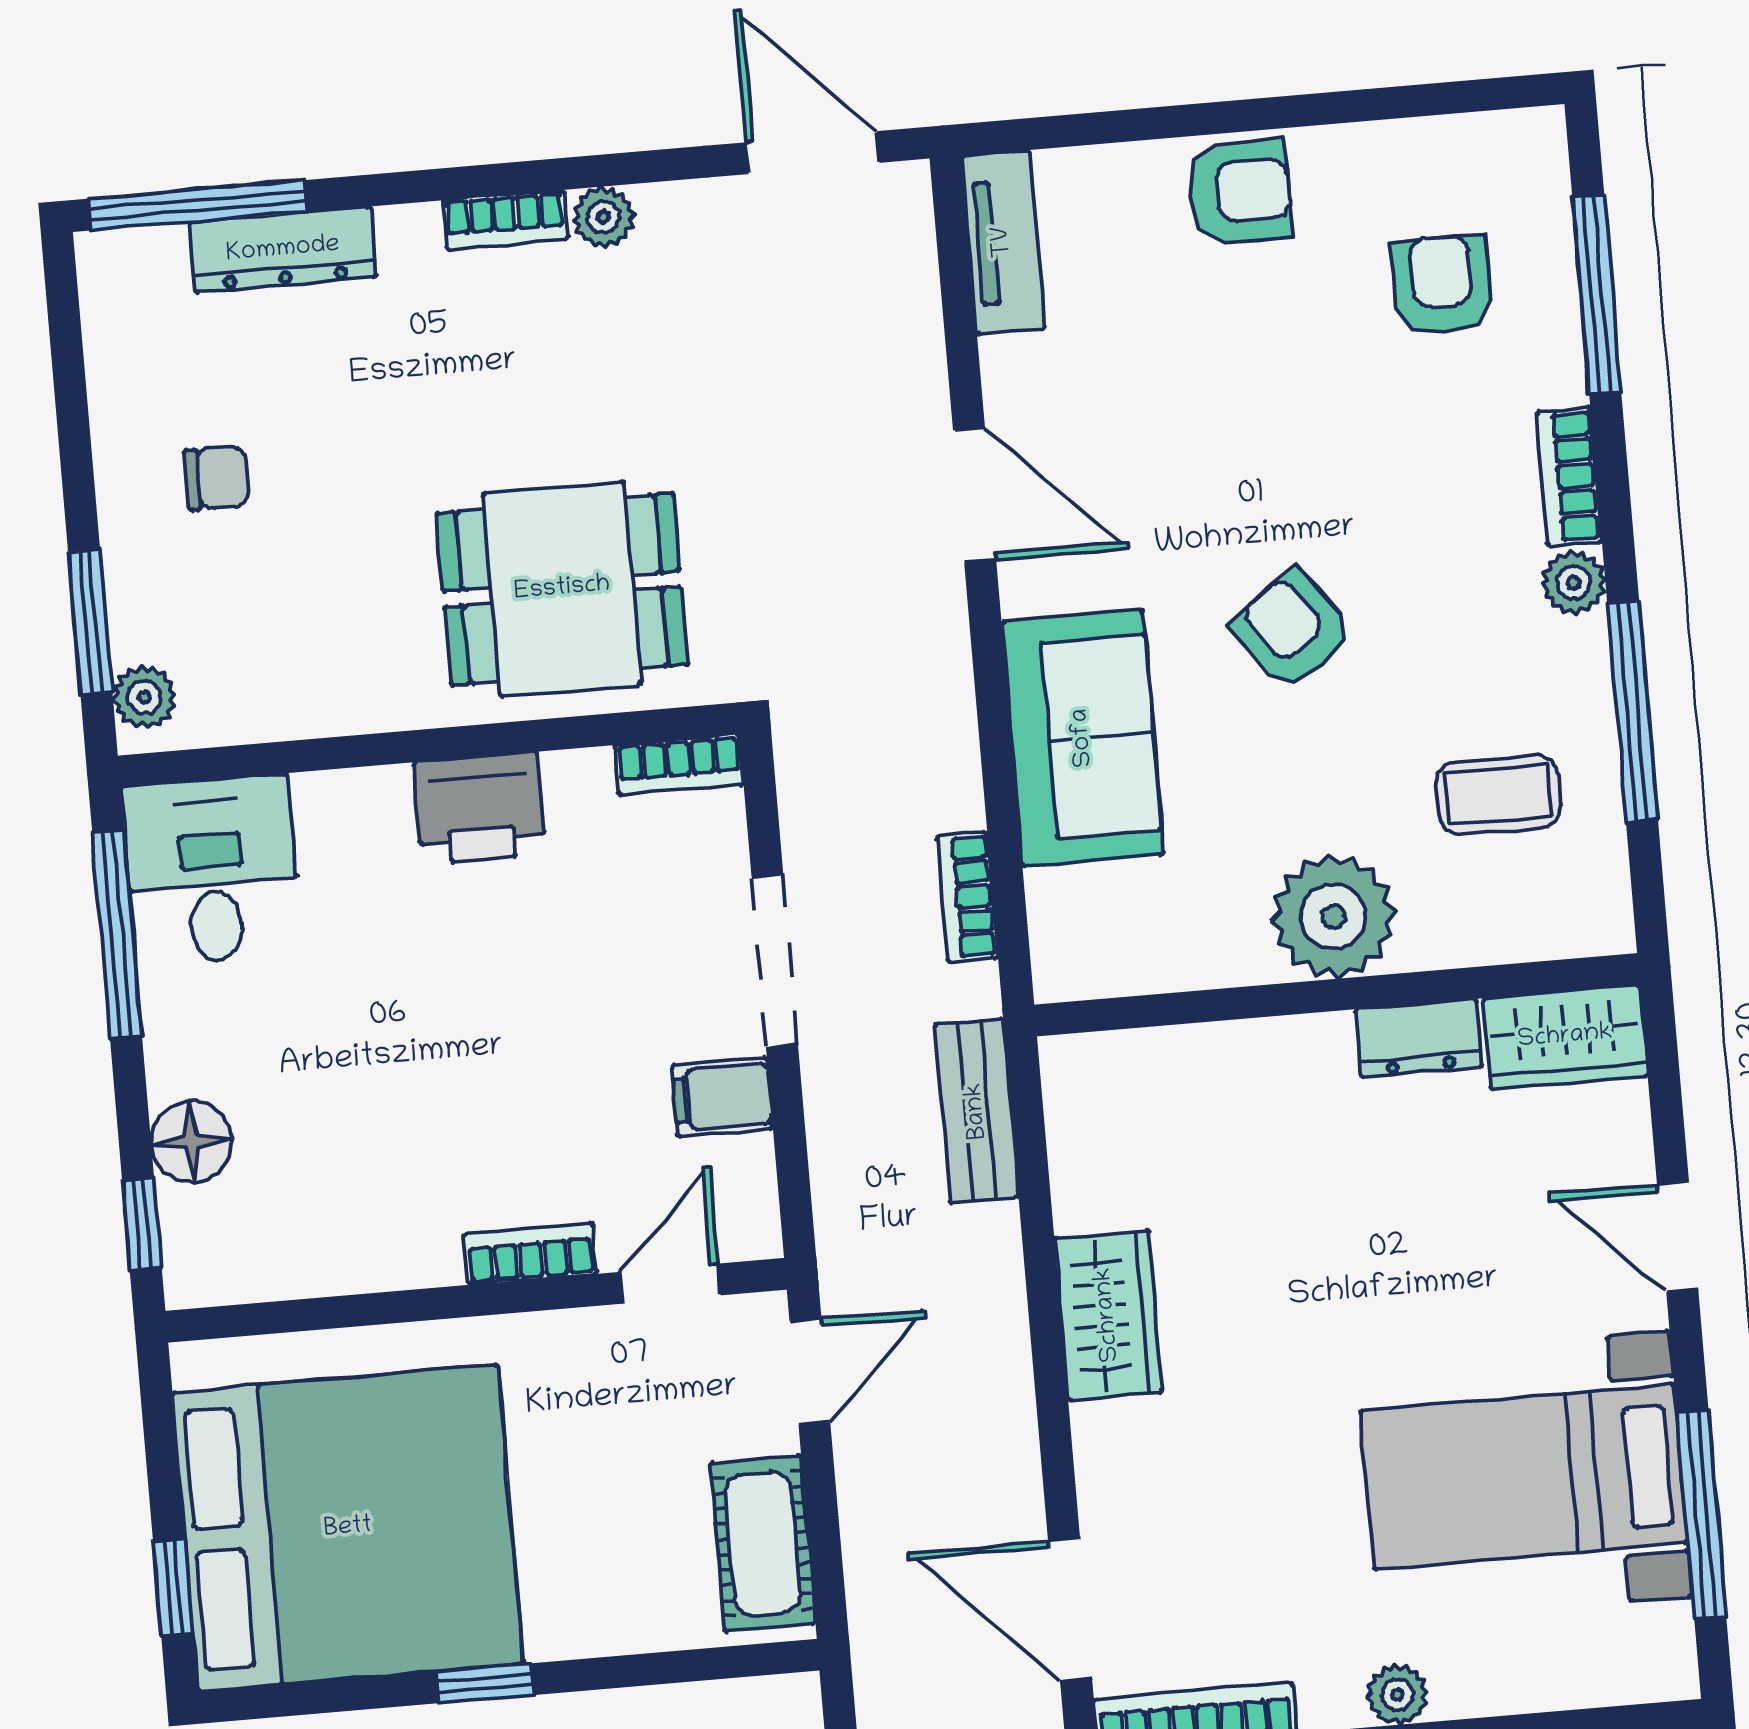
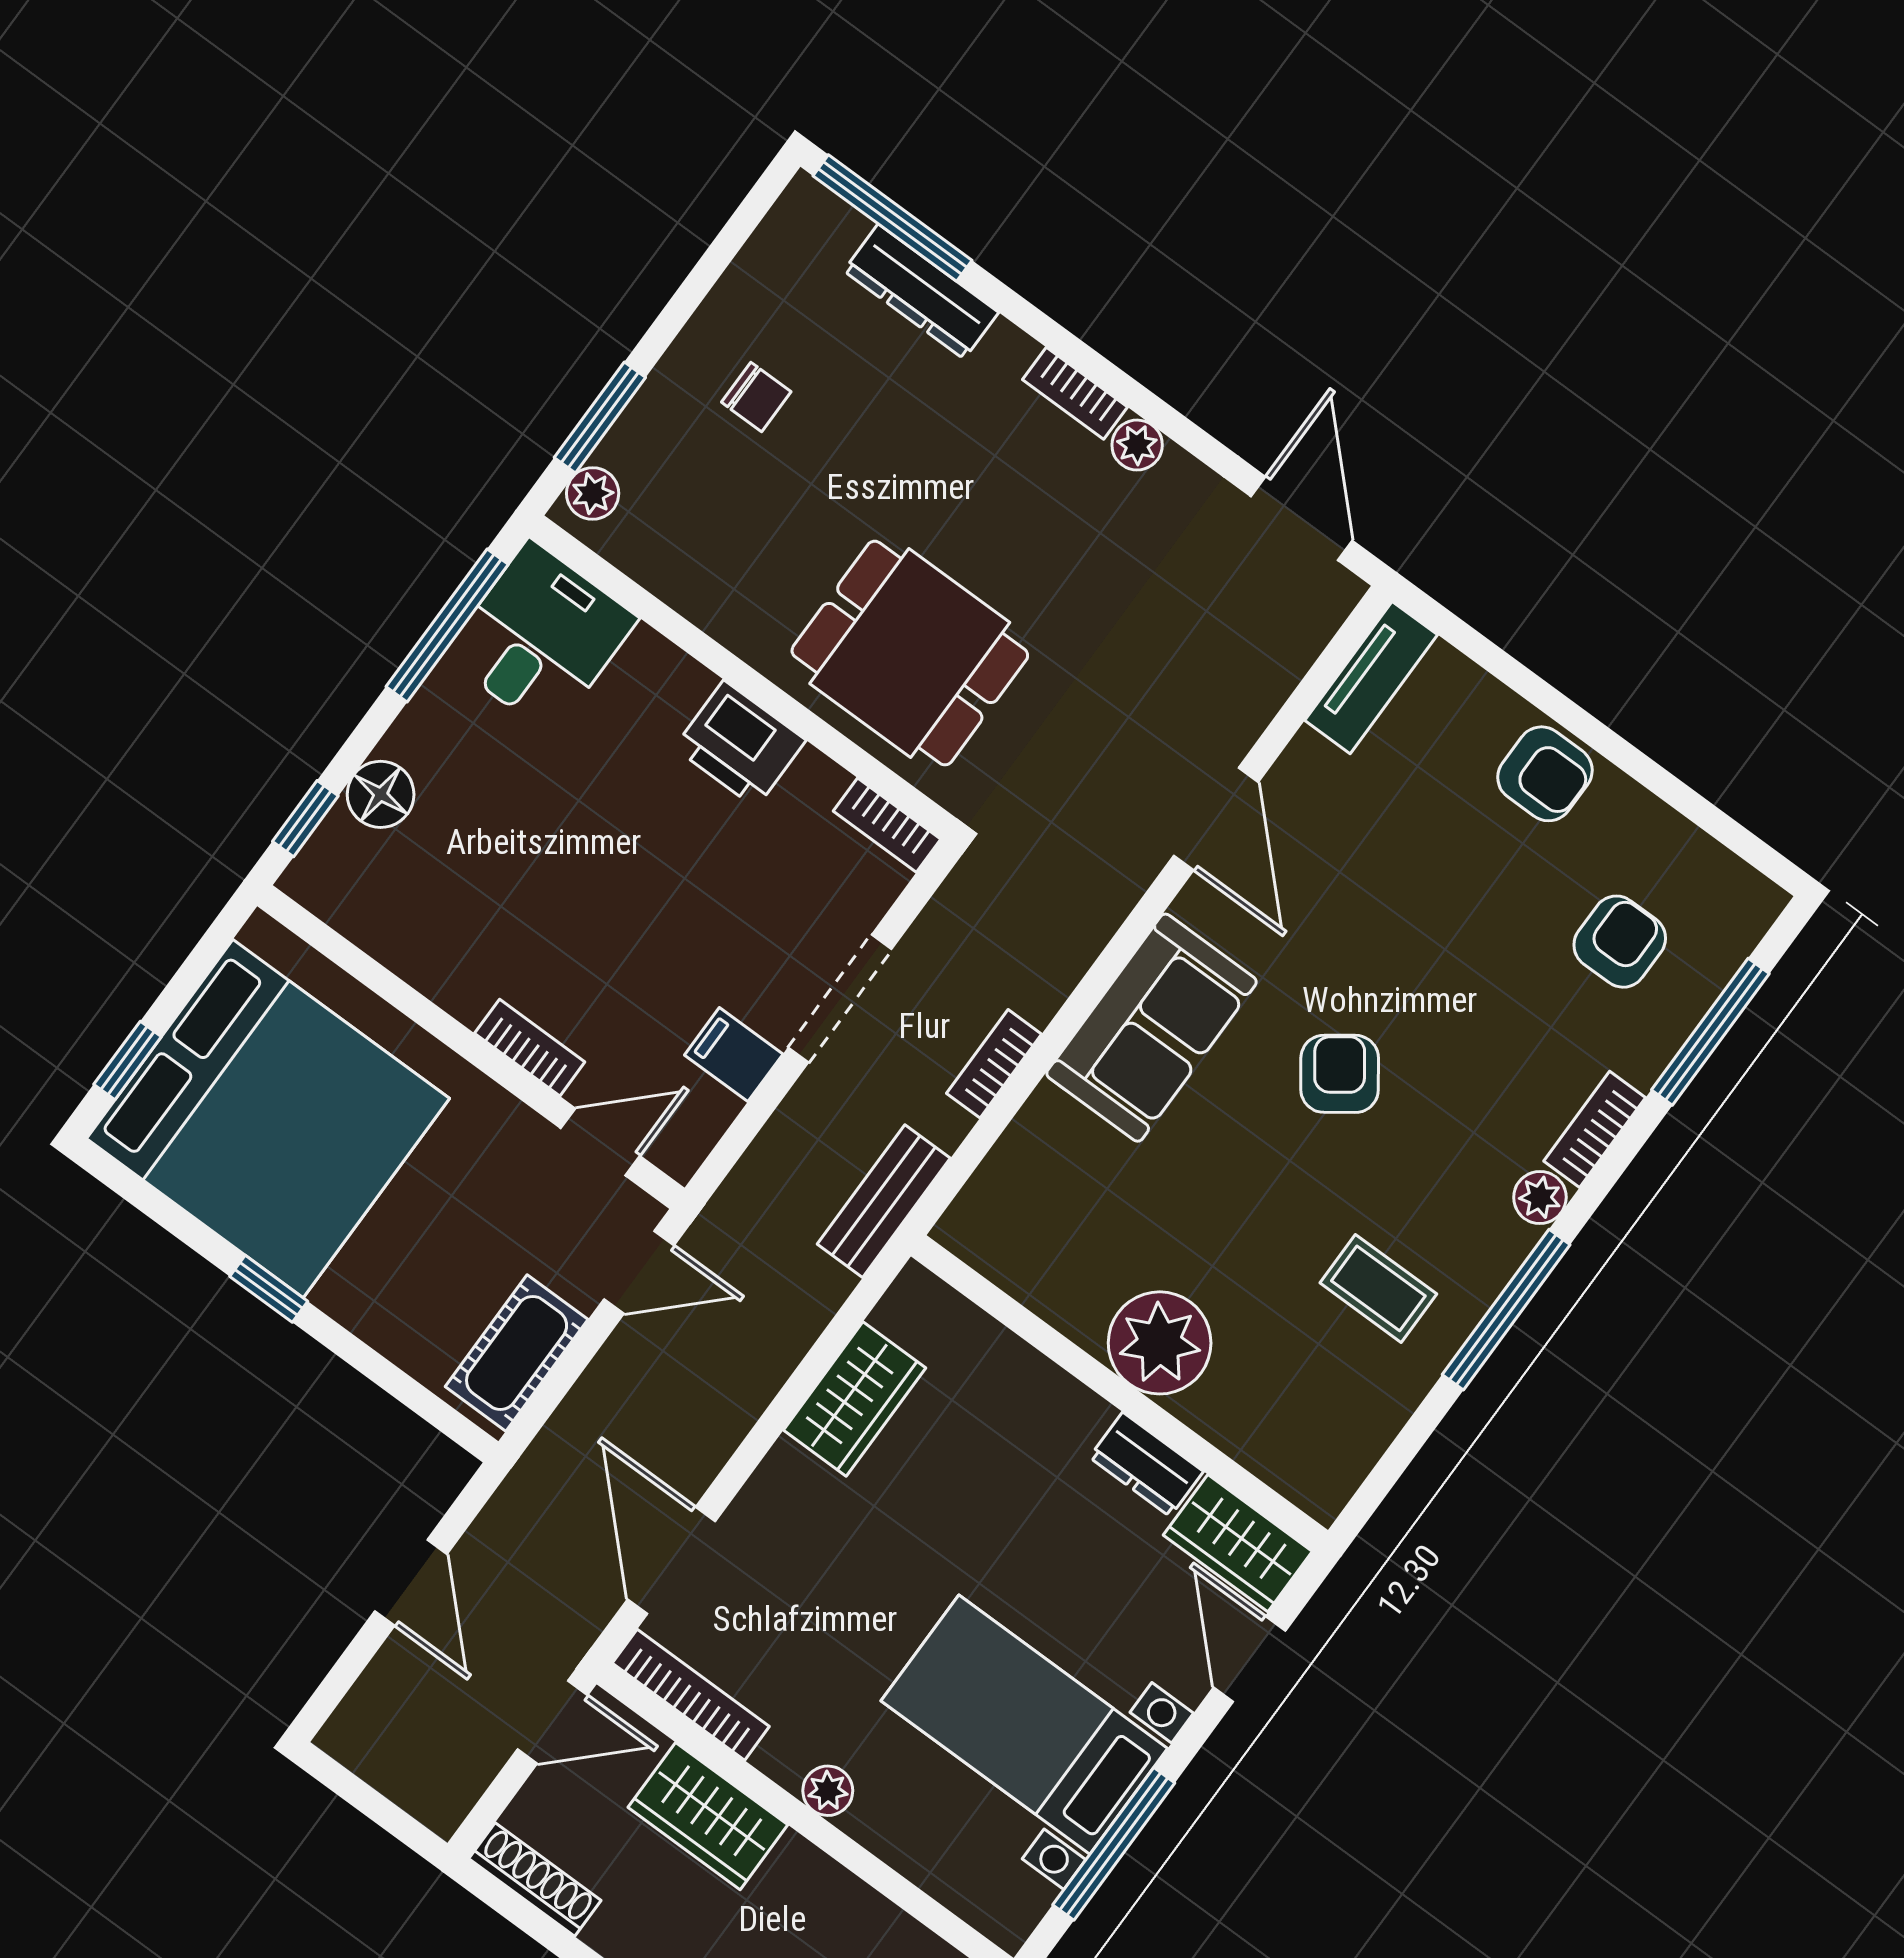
plant: (1333, 917) -> (1160, 1343), moved
wall: (1337, 995) -> (1119, 1393), moved
wardrobe: (1565, 1037) -> (1238, 1543), moved
dresser: (1419, 1038) -> (1146, 1464), moved

